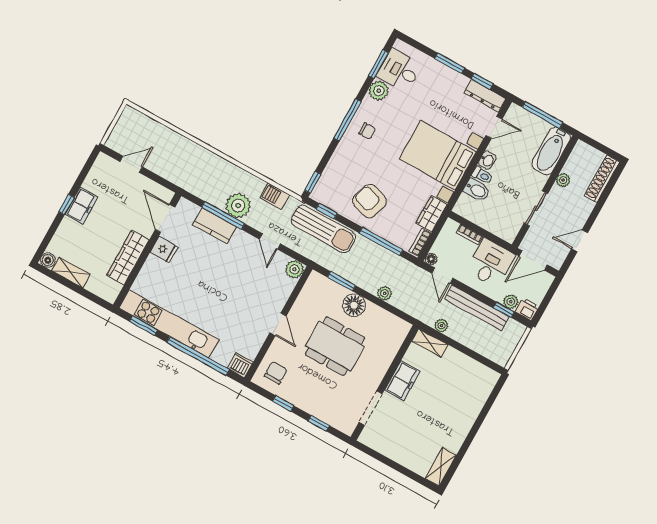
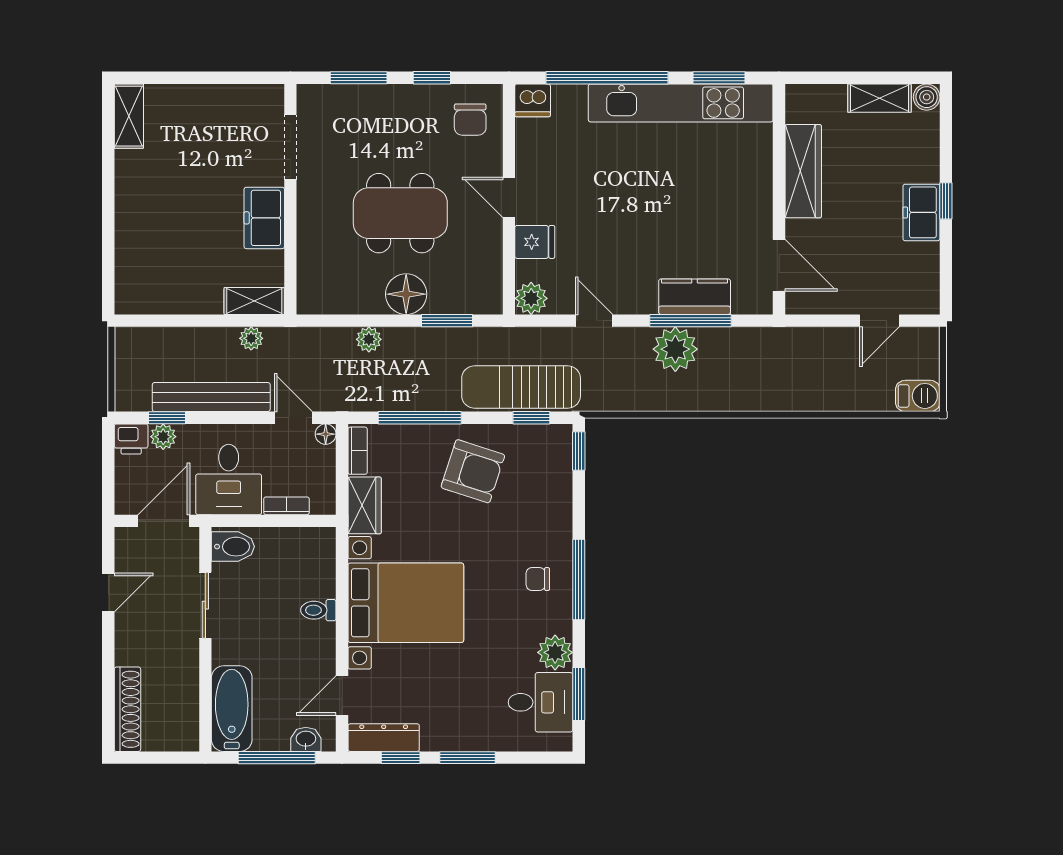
washbasin: (487, 160) -> (306, 739), moved, turned 90
plant: (563, 180) -> (187, 673), removed
bidet: (477, 190) -> (233, 547), moved, turned 180
barbecue: (275, 196) -> (918, 396), moved
fridge: (164, 250) -> (535, 242), moved, turned 180
window: (319, 423) -> (359, 78), width x1.50

